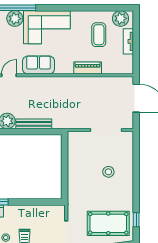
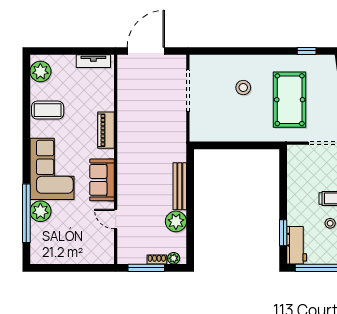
coffee table: (99, 35) -> (48, 110), moved
tv unit: (128, 41) -> (93, 61), moved
piano: (88, 68) -> (106, 130), moved
pool table: (108, 223) -> (290, 100), moved

